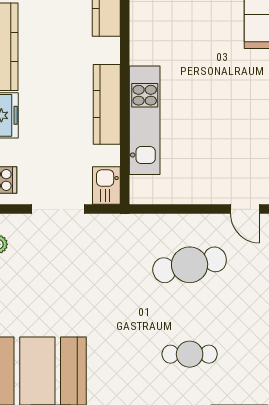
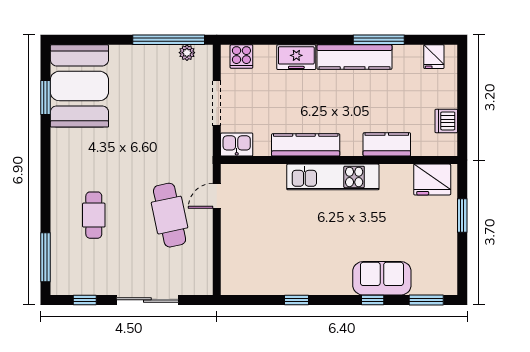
kitchen unit: (145, 120) -> (333, 177), moved
door: (245, 209) -> (217, 196), moved

